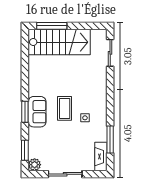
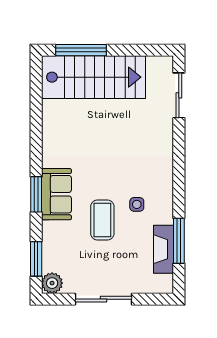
coffee table: (65, 108) -> (102, 220), moved
fireplace: (101, 157) -> (163, 249), moved

